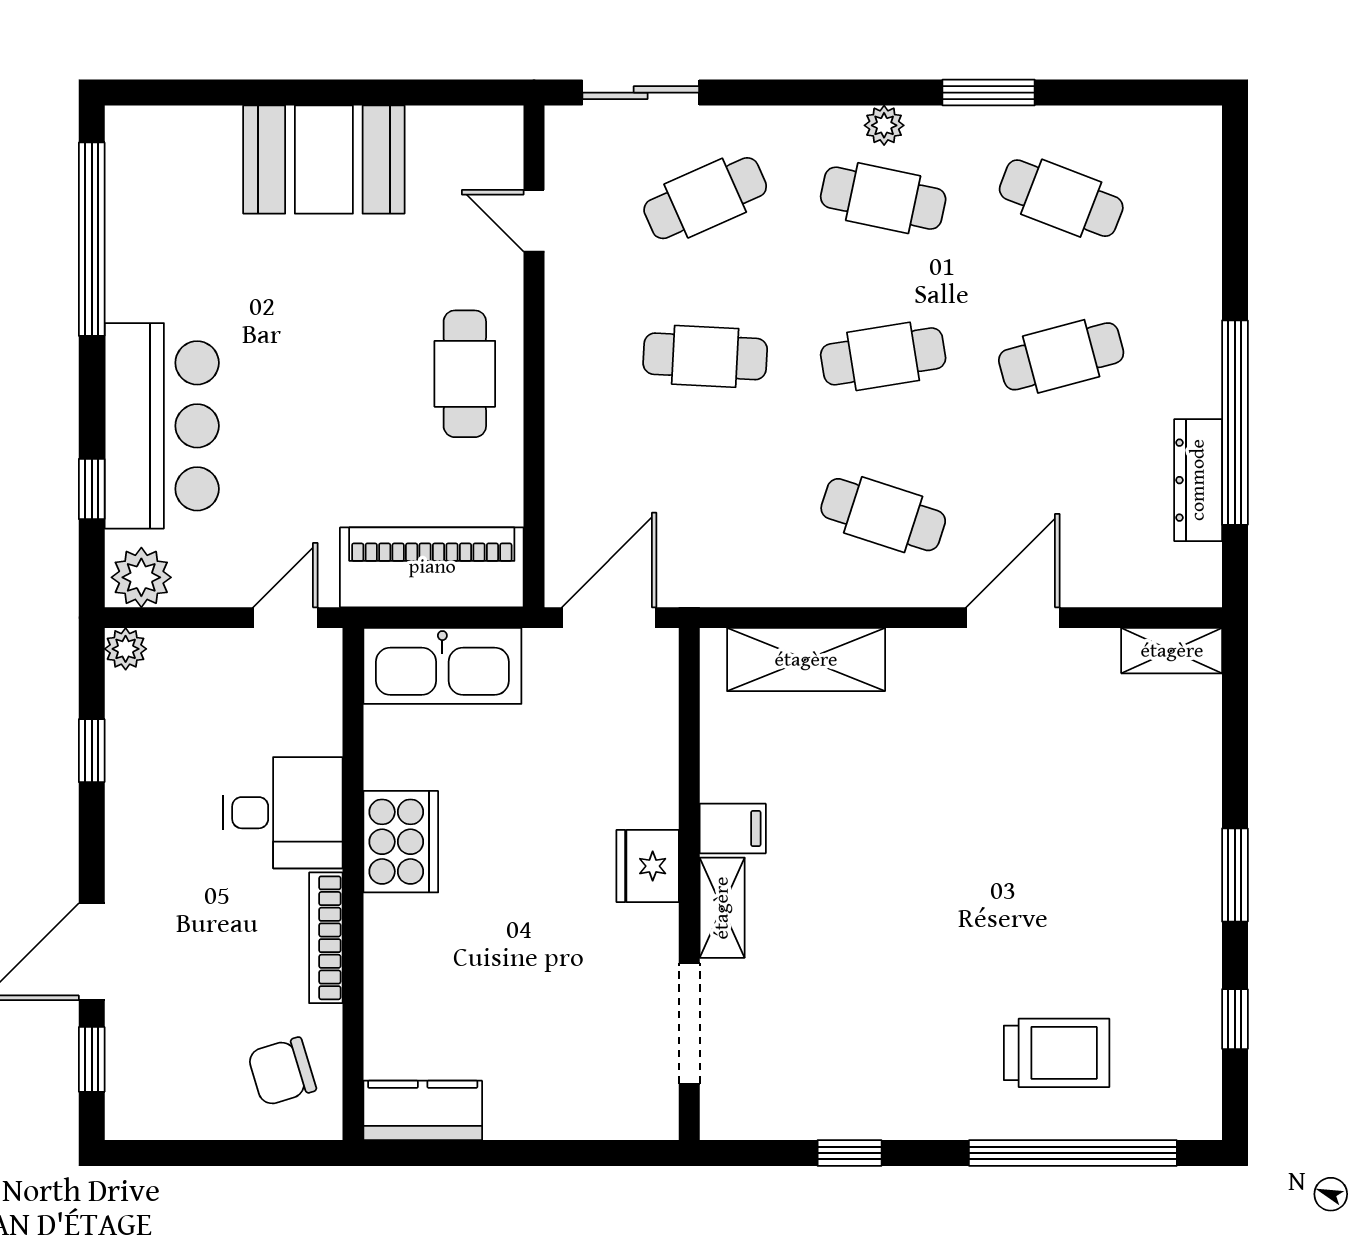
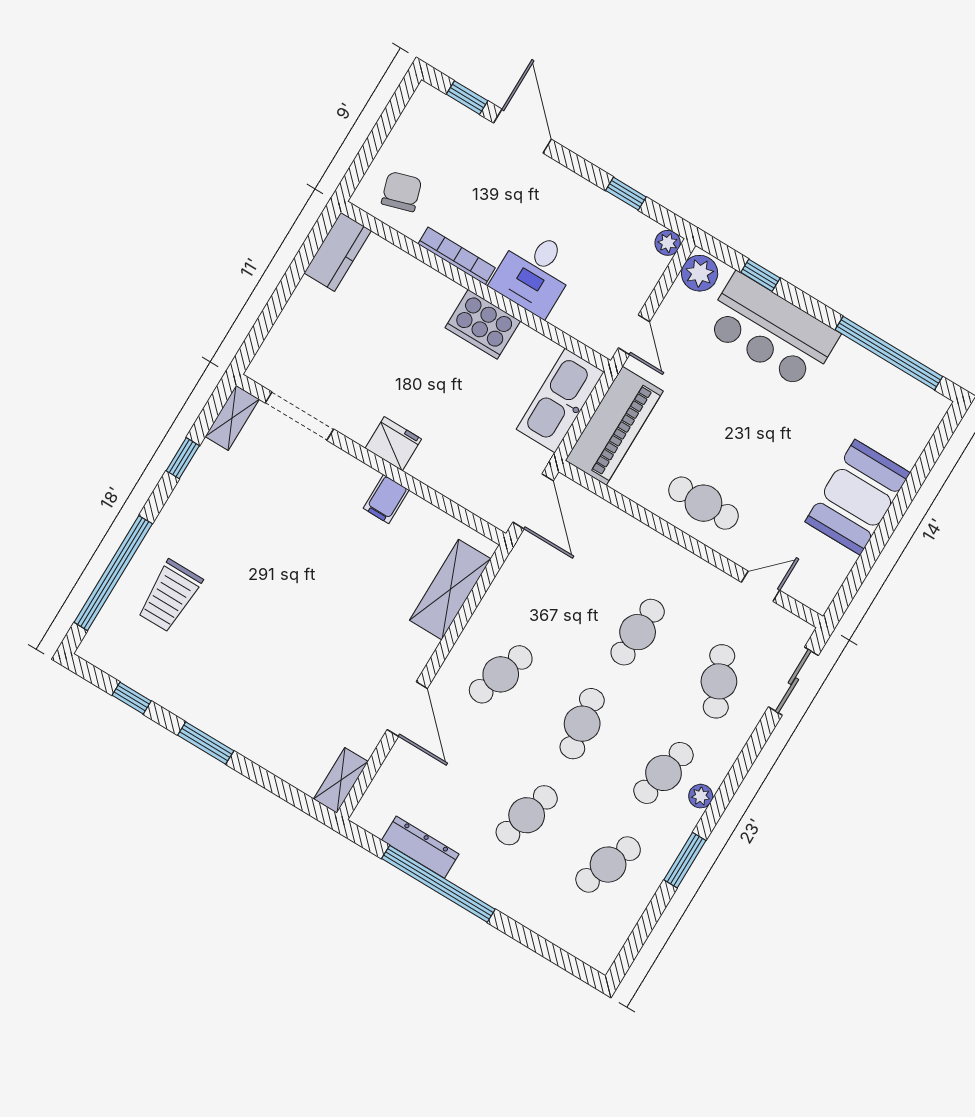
cafe table: (1061, 356) -> (527, 815), turned 30
shelving: (722, 908) -> (232, 418), moved, turned 90

